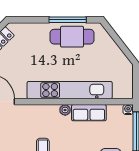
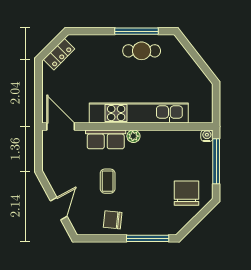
cafe table: (72, 37) -> (142, 51), width x0.73, depth x0.74
row of seats: (89, 113) -> (106, 139), moved

